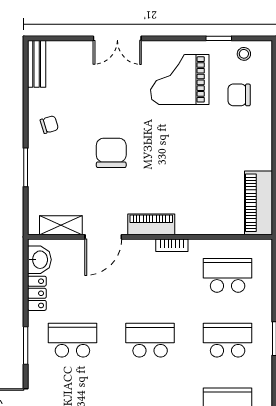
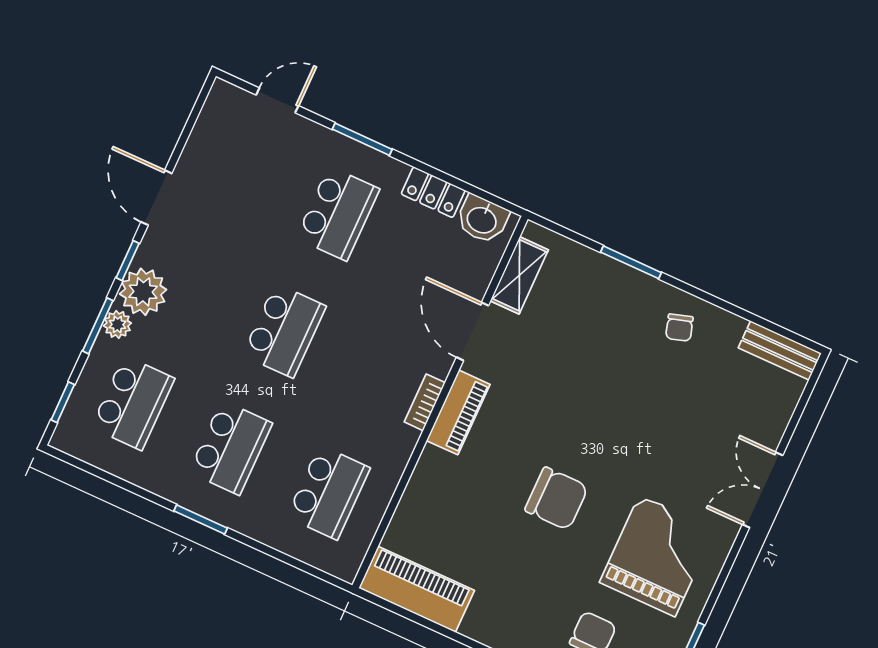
chair: (111, 153) -> (557, 499), moved
bookcase: (172, 245) -> (425, 402), moved

